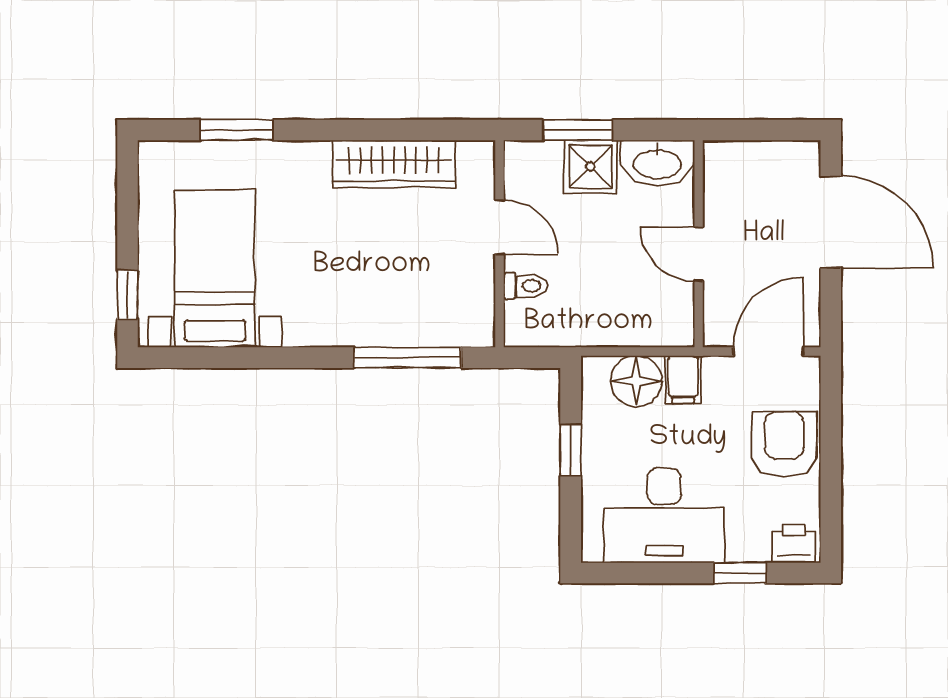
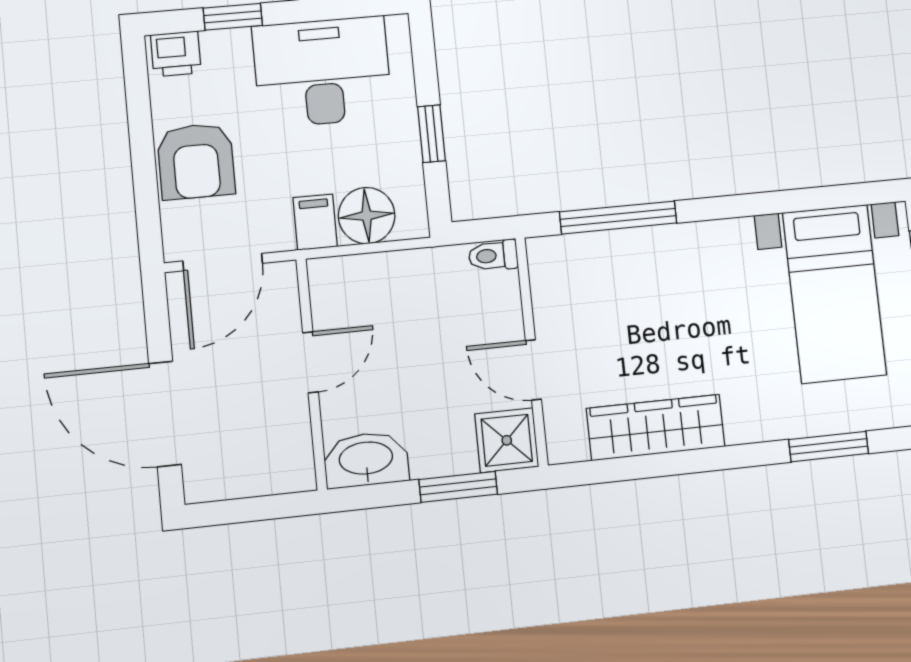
shower: (590, 167) -> (507, 440), moved
door: (699, 254) -> (310, 362), hinge flipped
toilet: (526, 286) -> (493, 256), moved

